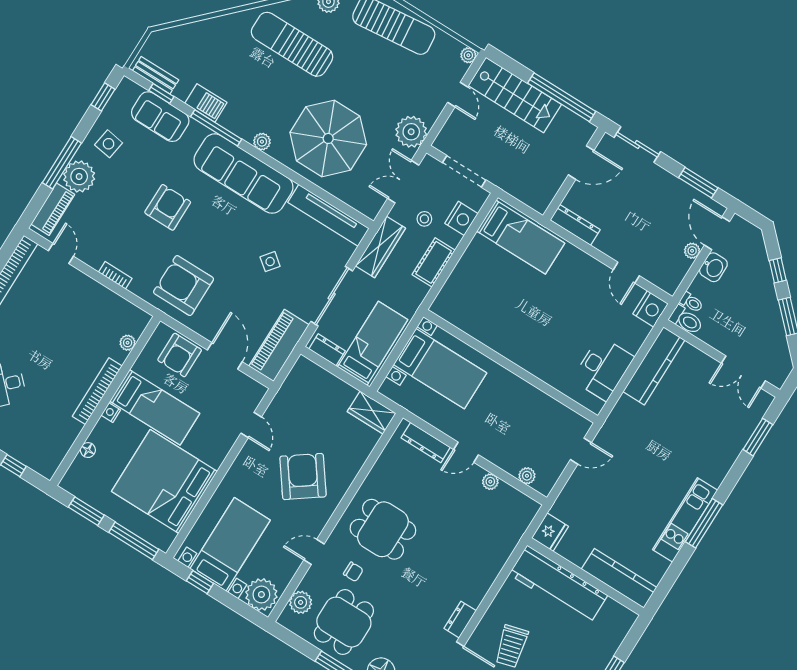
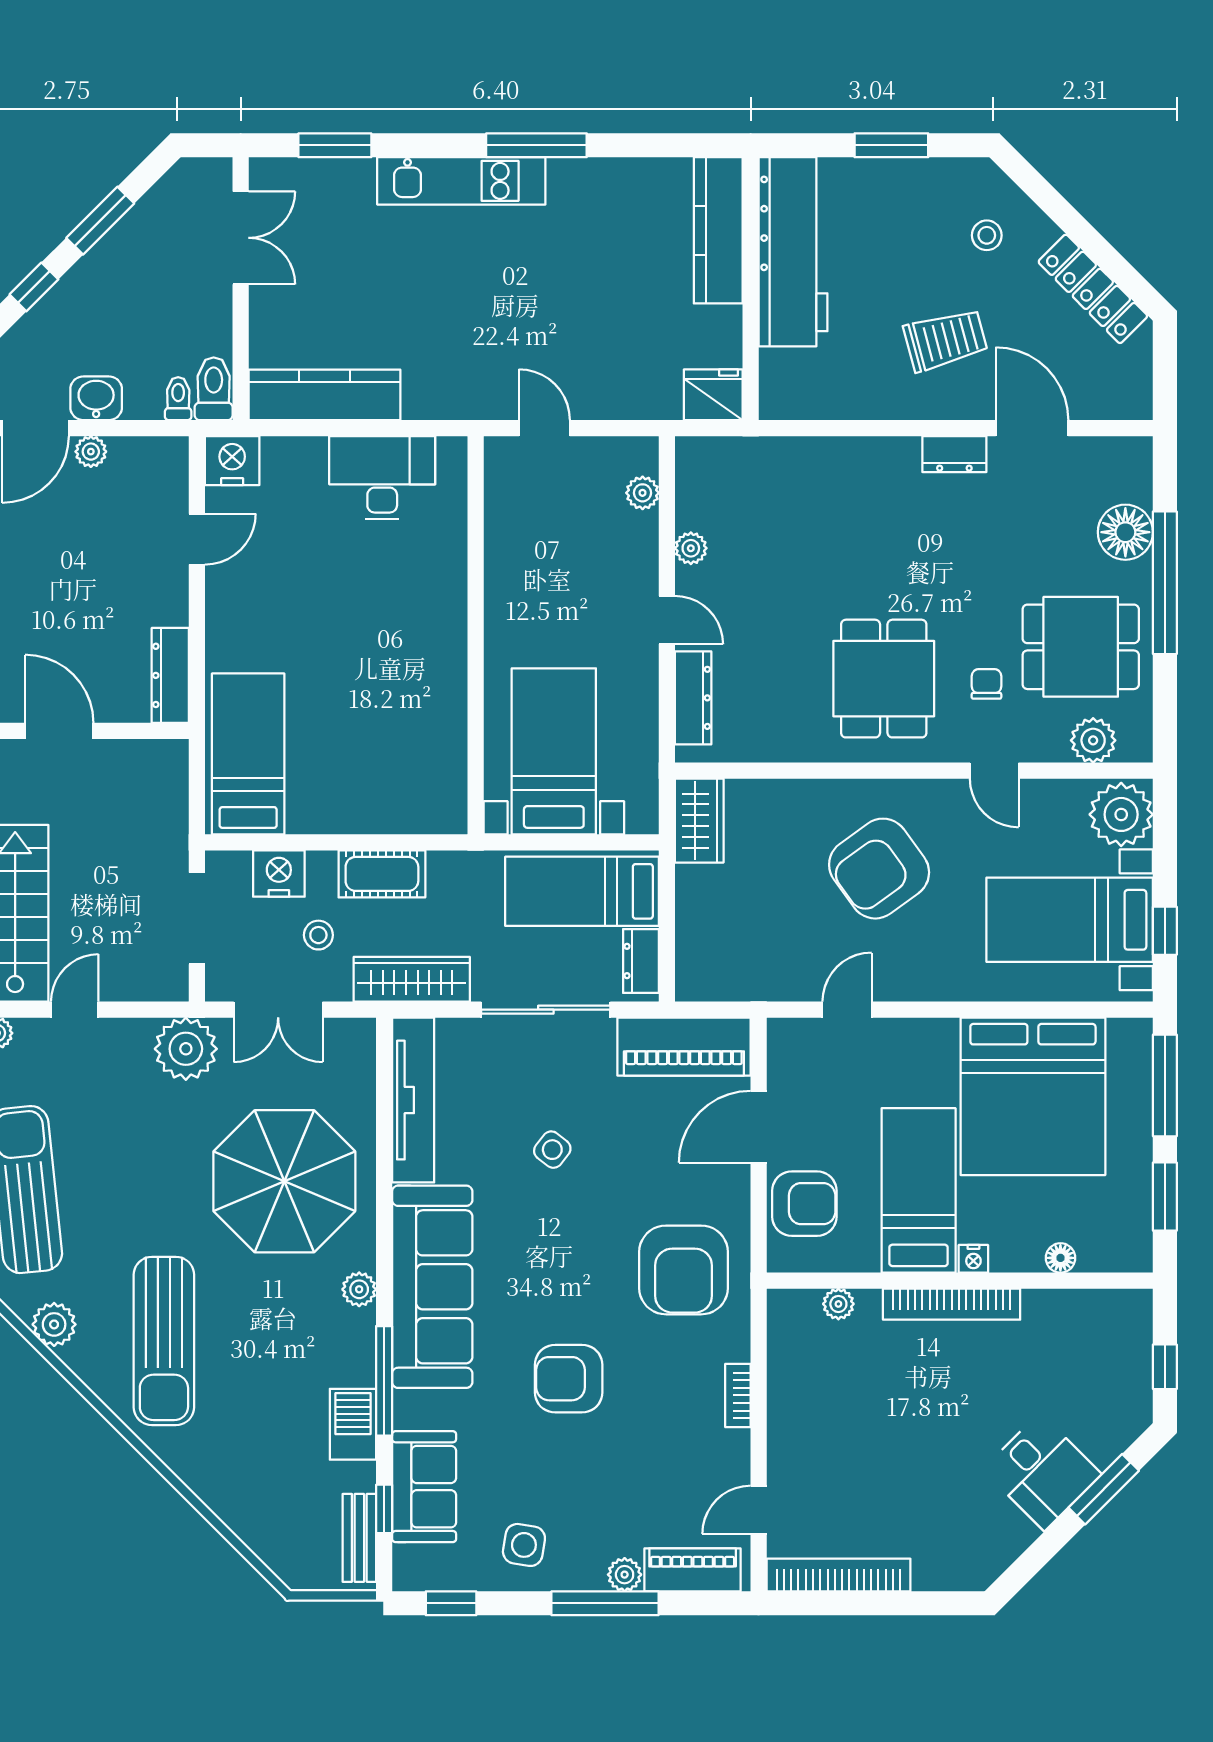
plant: (79, 177) -> (625, 1575), width x0.53, depth x0.53
kitchen unit: (685, 520) -> (461, 181), moved
workbench: (558, 585) -> (793, 252), moved

